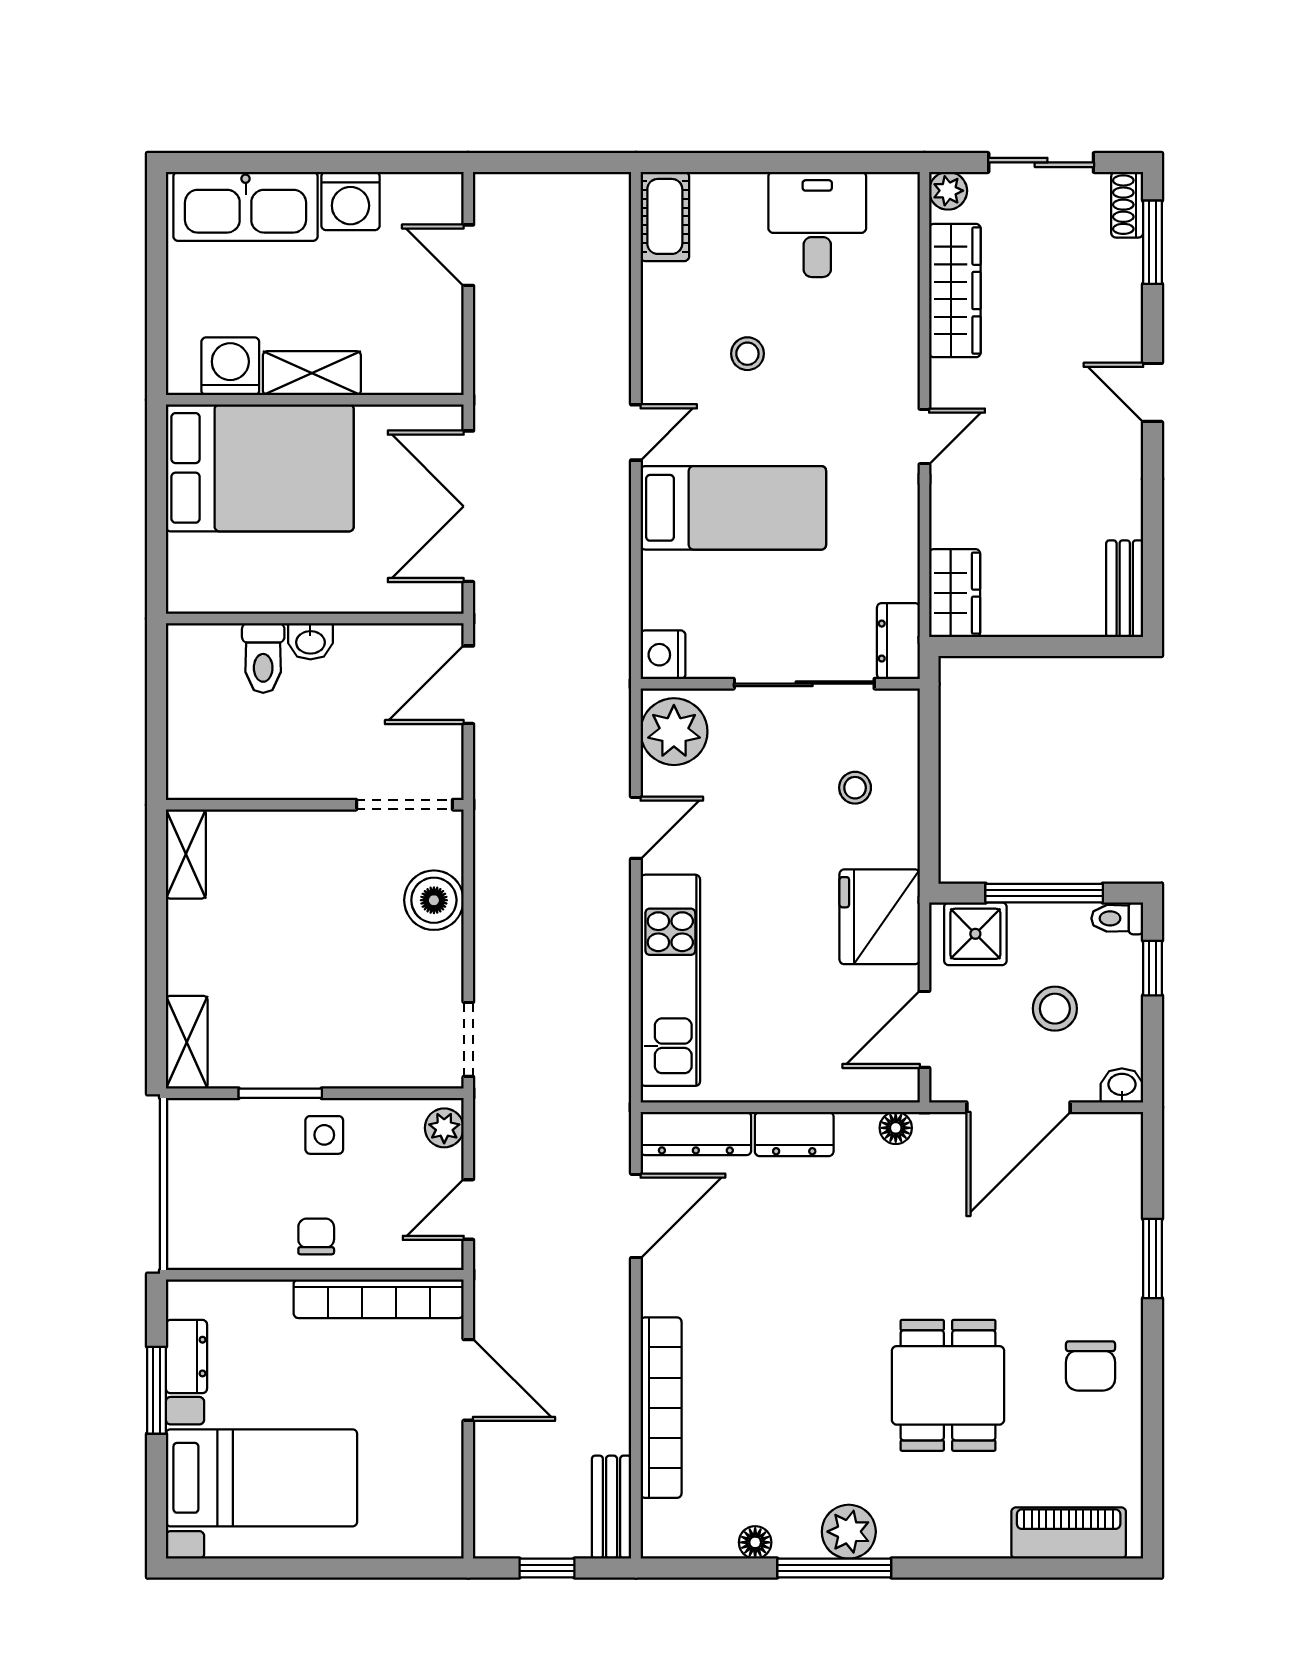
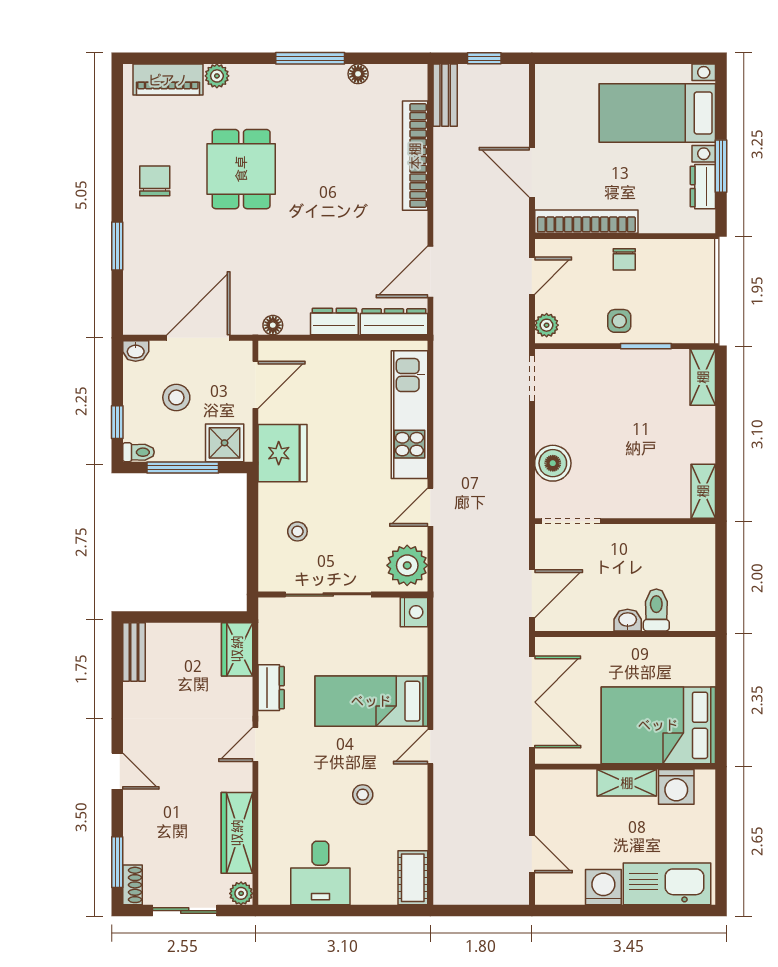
dresser: (898, 641) -> (271, 688), moved
plant: (849, 1532) -> (217, 76), moved, width x0.73, depth x0.73

